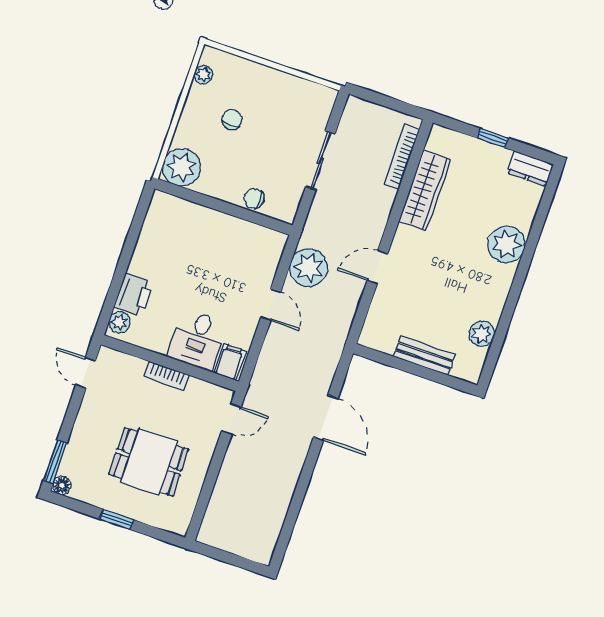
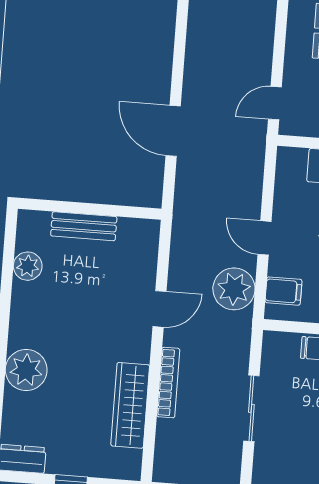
bookcase: (402, 157) -> (168, 383), moved
filing cabinet: (230, 362) -> (284, 291), moved, turned -90

